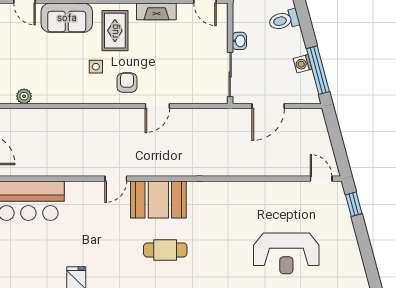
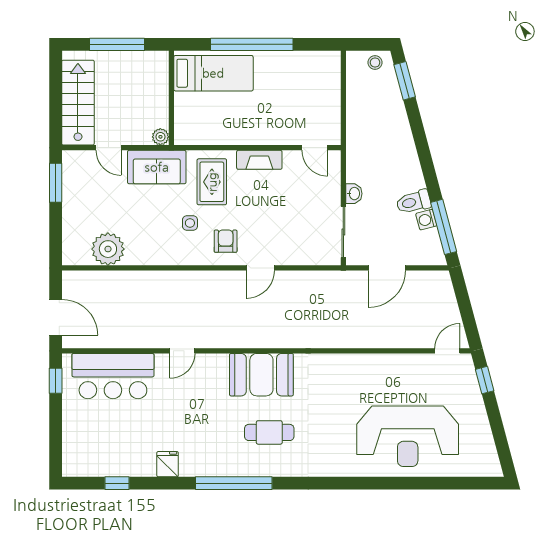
toilet: (284, 20) -> (413, 202), moved
plant: (24, 96) -> (108, 249), width x1.87, depth x1.87
door: (116, 179) -> (182, 351), moved
door: (321, 179) -> (447, 351), hinge flipped
reception desk: (286, 253) -> (408, 436), width x1.36, depth x1.30

